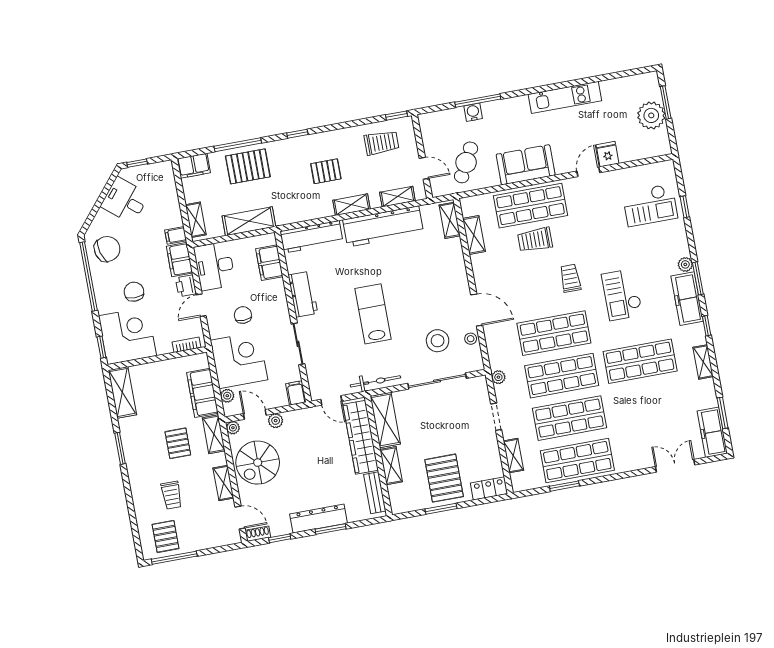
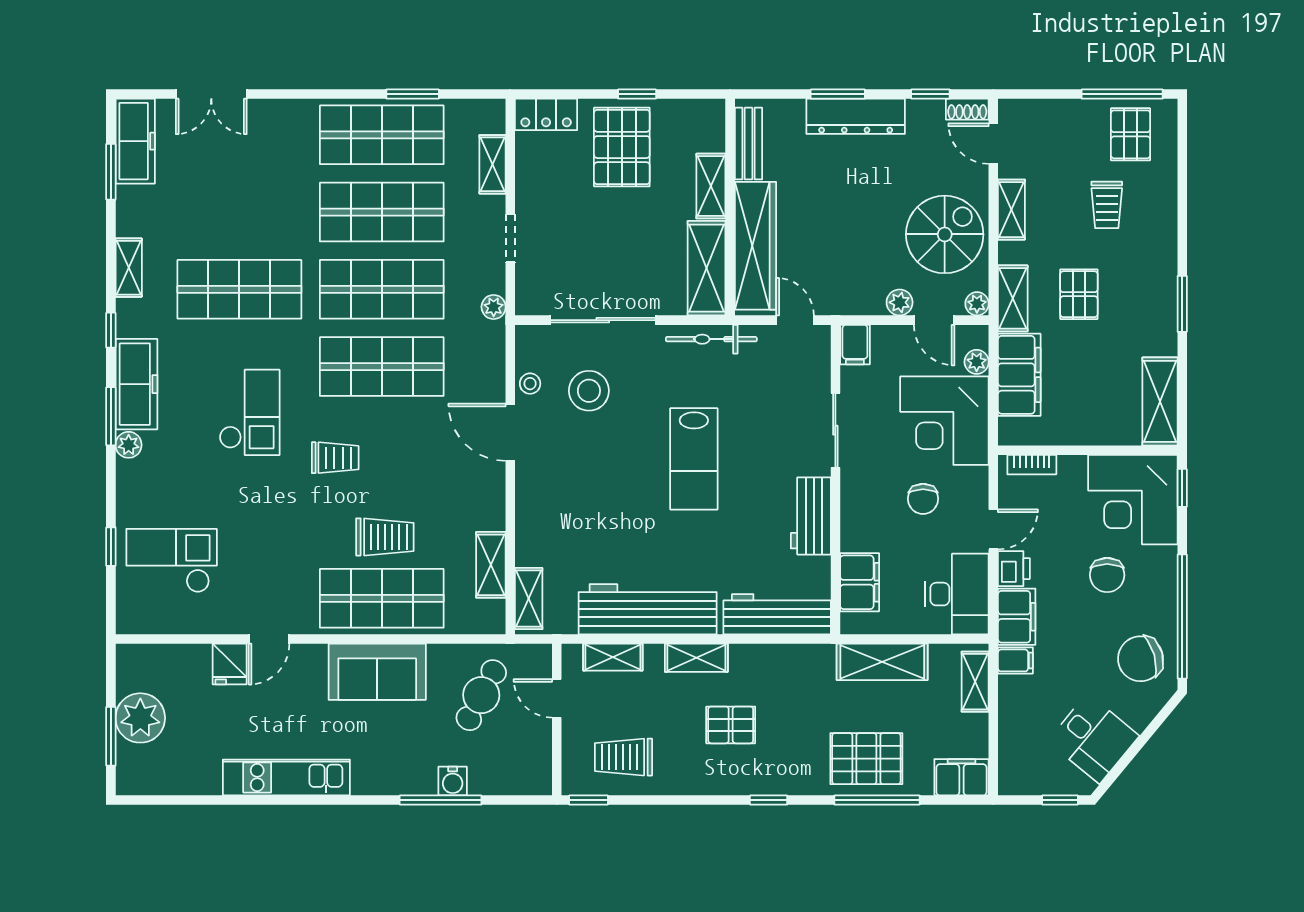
trolley: (570, 278) -> (335, 458), turned -90
trolley: (171, 495) -> (1107, 205), turned 180
window: (441, 509) -> (637, 94), width x0.67

